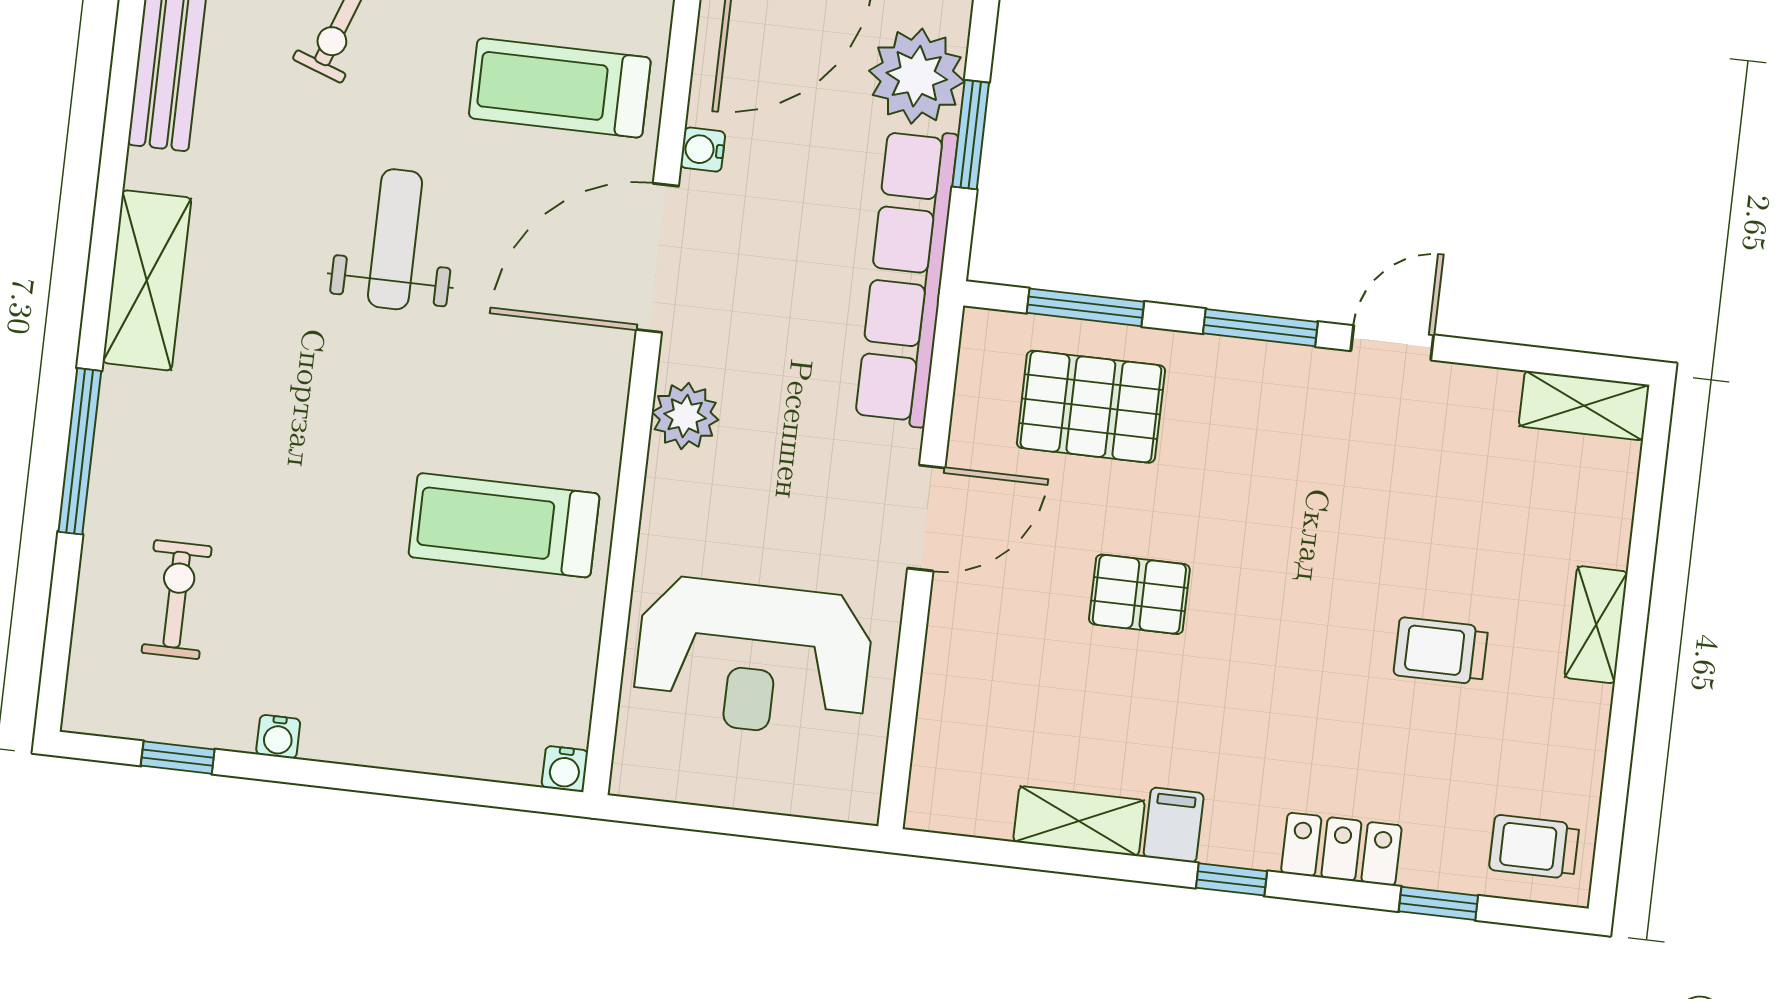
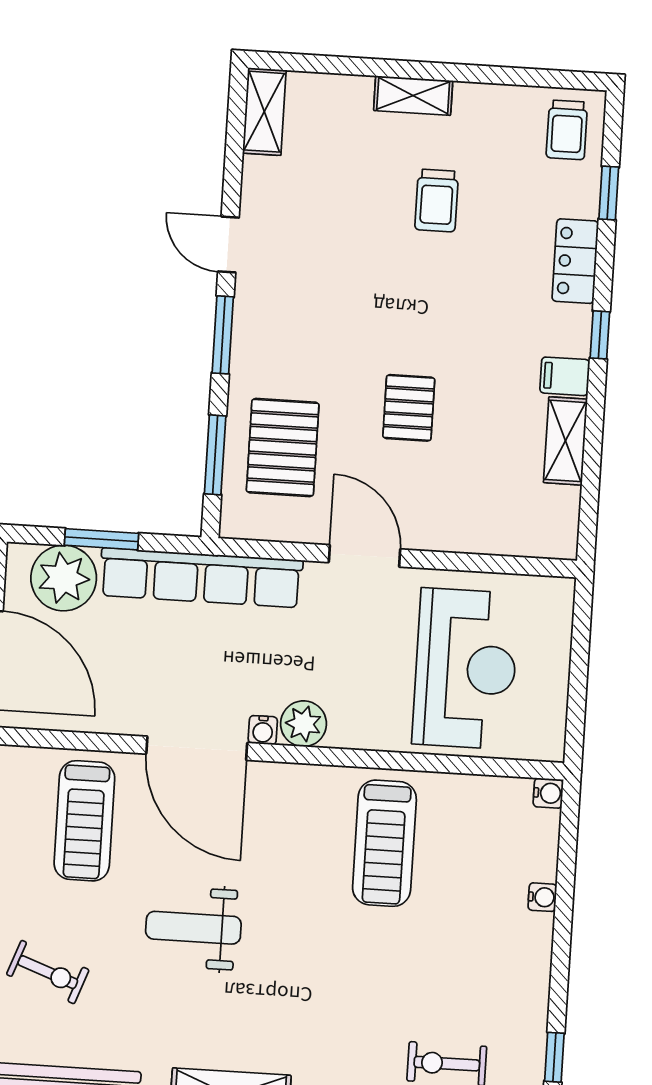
water cooler: (703, 150) -> (263, 730), moved
water cooler: (278, 737) -> (542, 897), moved

